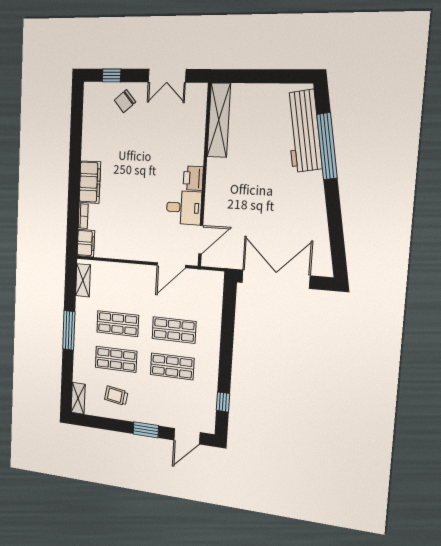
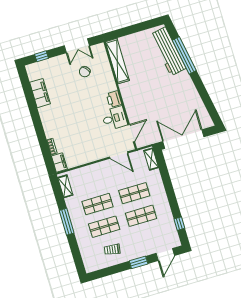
chair: (125, 101) -> (85, 72), moved
filing cabinet: (90, 182) -> (40, 93), moved
door: (171, 265) -> (119, 155), hinge flipped
shelving: (78, 398) -> (151, 159), moved

